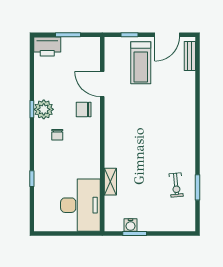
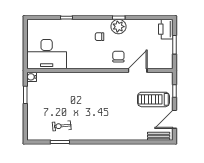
door: (167, 35) -> (175, 119), hinge flipped
shelving: (110, 182) -> (64, 77), removed
water cooler: (131, 225) -> (32, 77), moved

